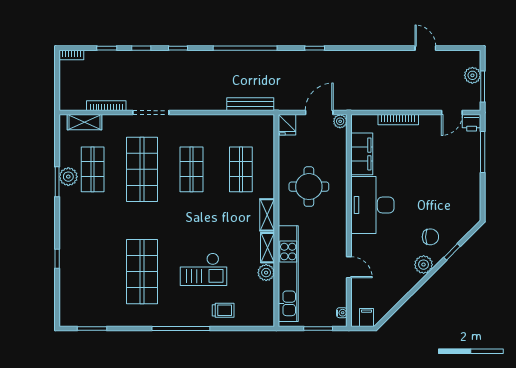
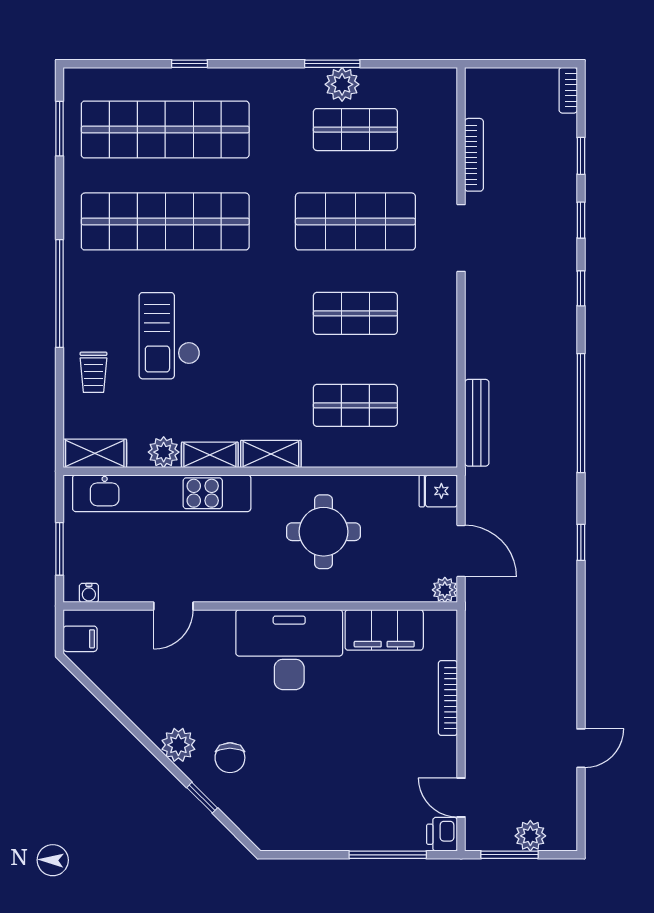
shelving: (85, 122) -> (95, 453), moved, turned 90
shop shelf: (93, 272) -> (165, 130), added
shop shelf: (142, 272) -> (165, 221), width x1.40

